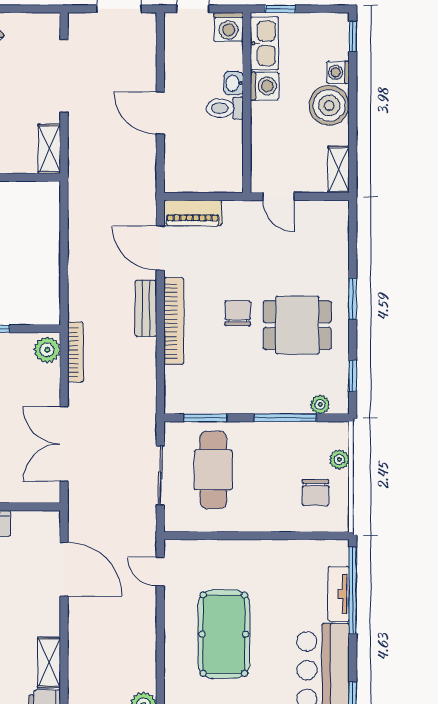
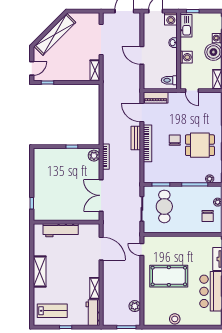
washing machine: (265, 86) -> (186, 57), moved
toilet: (225, 108) -> (169, 80), moved
pool table: (224, 634) -> (169, 276), turned 90

